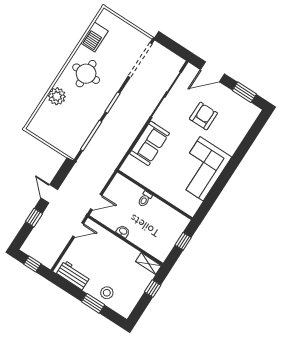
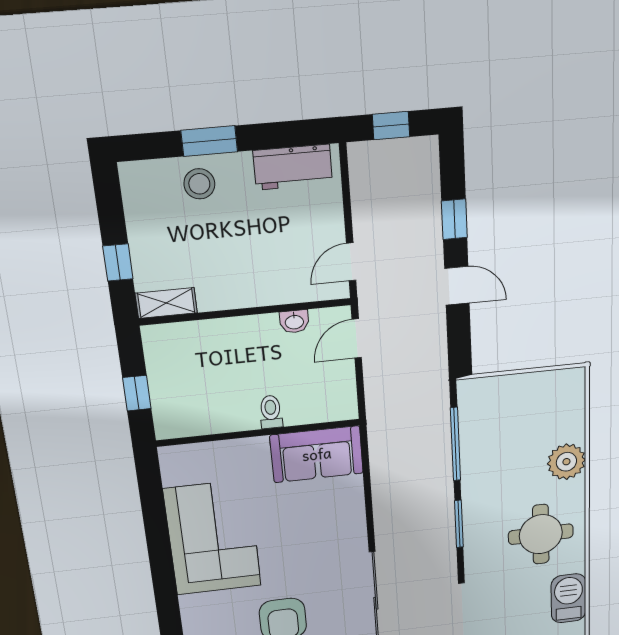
sofa: (150, 143) -> (317, 454), moved, turned -90
washbasin: (123, 231) -> (294, 322), moved

